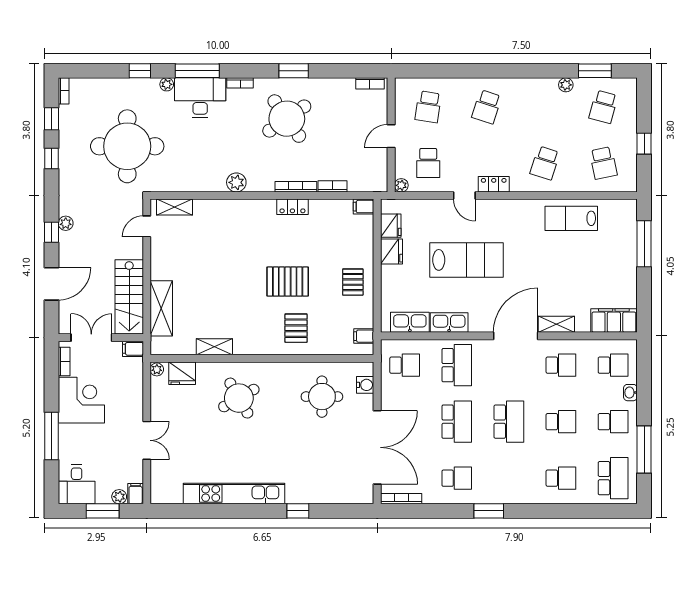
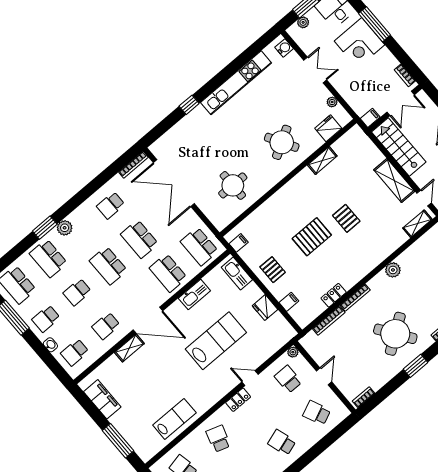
school desk: (428, 107) -> (317, 413), turned -33
school desk: (487, 107) -> (282, 443), turned -36
bookcase: (332, 186) -> (329, 321), width x1.56
locker: (292, 207) -> (334, 295), moved
filing cabinet: (364, 207) -> (289, 302), moved
fridge: (391, 226) -> (279, 323), removed
lab bench: (467, 260) -> (216, 341), turned 180
shelving: (161, 308) -> (394, 181), moved
filing cabinet: (614, 320) -> (102, 399), moved, turned -90
kitchen sink: (410, 322) -> (237, 274), moved, turned 90
pallet: (296, 328) -> (346, 218), moved
door: (516, 336) -> (148, 320), hinge flipped
school desk: (405, 365) -> (199, 246), width x1.85
plant: (157, 369) -> (332, 102), moved
water cooler: (365, 385) -> (284, 48), moved, turned 180
corner desk: (81, 400) -> (360, 43), moved
double door: (147, 440) -> (315, 70), swing flipped
school desk: (561, 478) -> (48, 258), width x1.85
filing cabinet: (136, 494) -> (295, 33), removed
plant: (520, 494) -> (65, 228), added
window: (489, 511) -> (45, 228), moved

